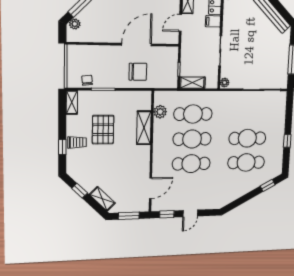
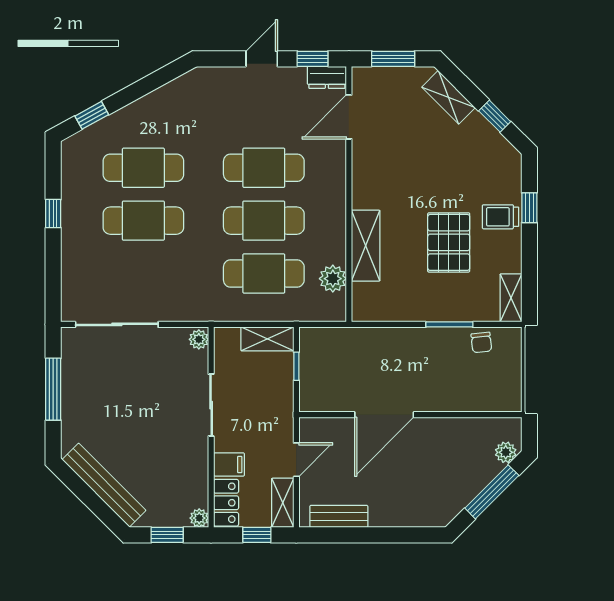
chair: (138, 72) -> (380, 360), removed
dresser: (160, 206) -> (327, 77), added

